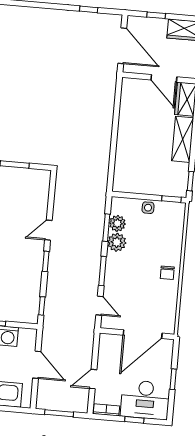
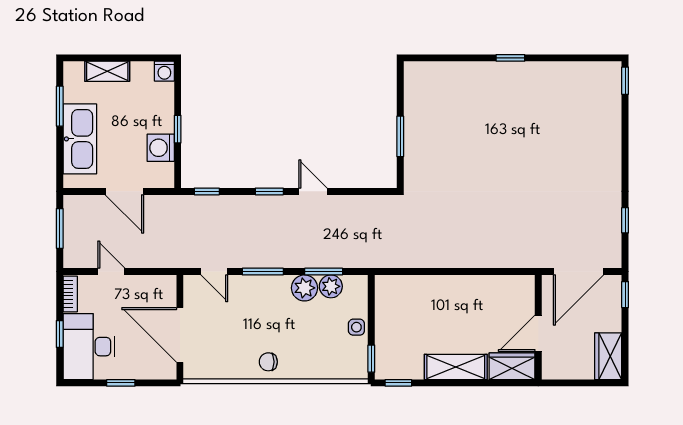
window: (156, 15) -> (625, 295), moved
door: (99, 306) -> (214, 272), hinge flipped
door: (37, 365) -> (124, 191), hinge flipped

